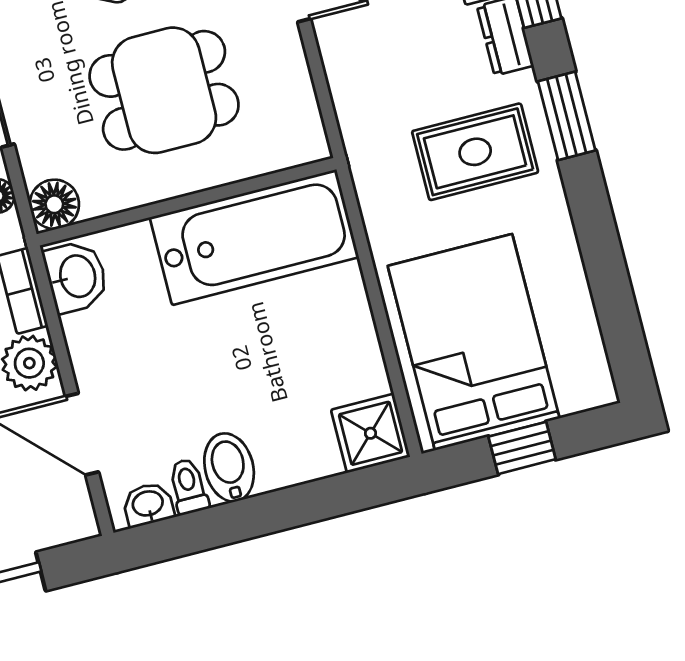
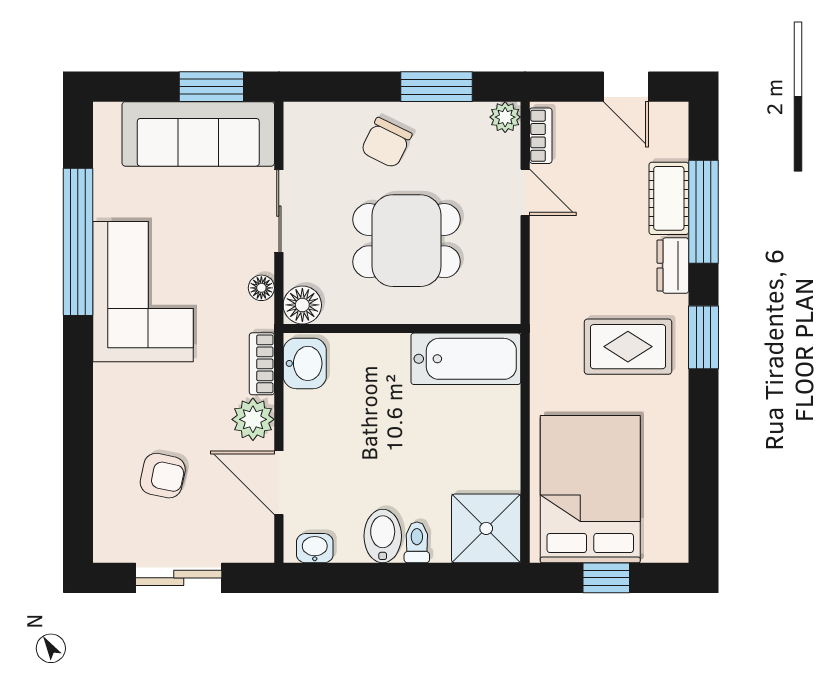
bathtub: (254, 237) -> (466, 359), width x0.73, depth x0.73
shower: (370, 433) -> (486, 528), width x1.36, depth x1.36
toilet: (188, 486) -> (417, 542), moved

